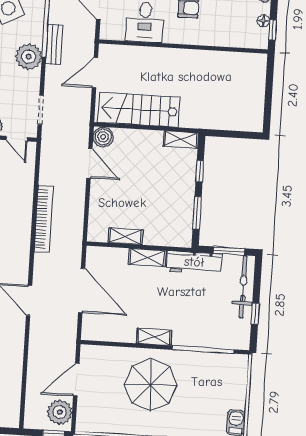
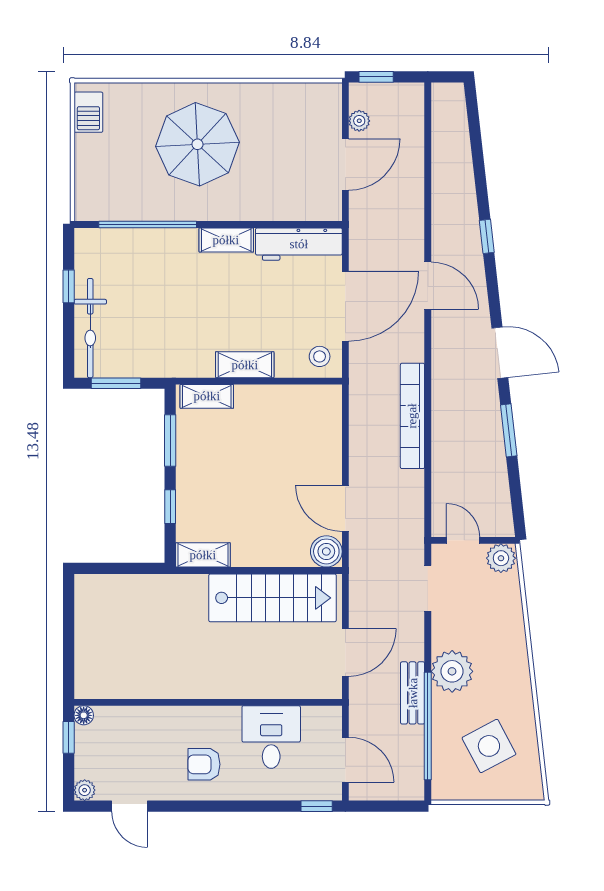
floor lamp: (263, 21) -> (84, 715), moved
shelving: (126, 236) -> (207, 396), moved
stool: (100, 260) -> (320, 356), added
workbench: (194, 262) -> (299, 244), moved, turned 180
door: (82, 291) -> (345, 306), swing flipped
parasol: (150, 385) -> (197, 144), moved
plant: (60, 412) -> (359, 121), width x0.53, depth x0.53

